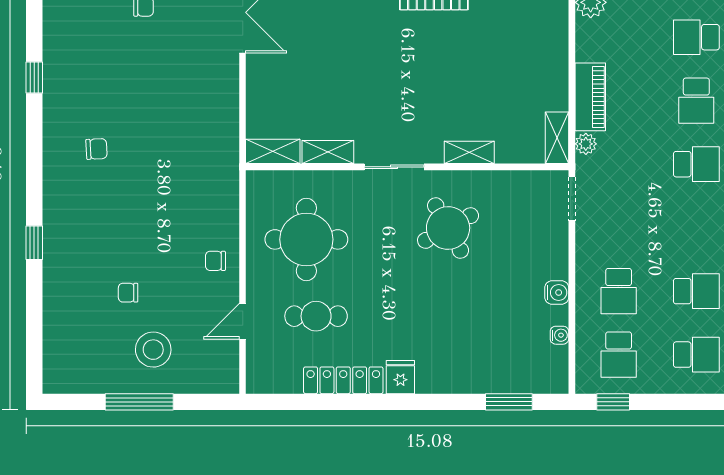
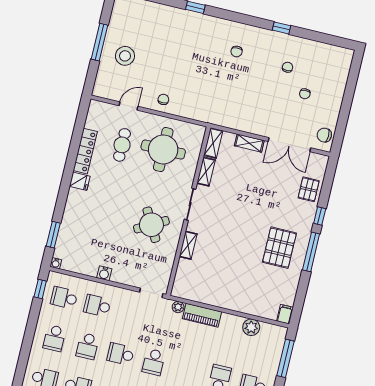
school desk: (696, 101) -> (121, 354), moved
shelving: (557, 138) -> (249, 143), moved
chair: (128, 293) -> (288, 67), moved
door: (243, 321) -> (129, 106), hinge flipped
water cooler: (559, 335) -> (56, 263), moved

